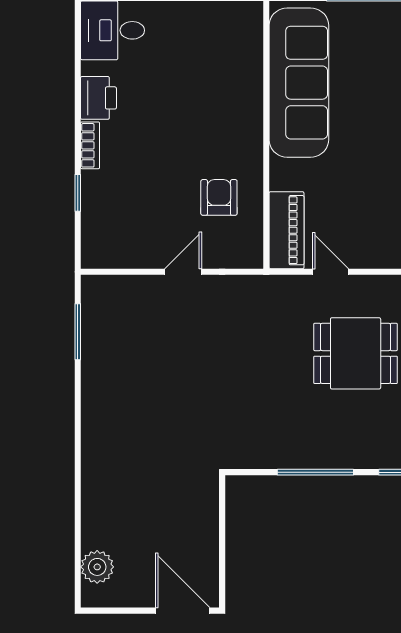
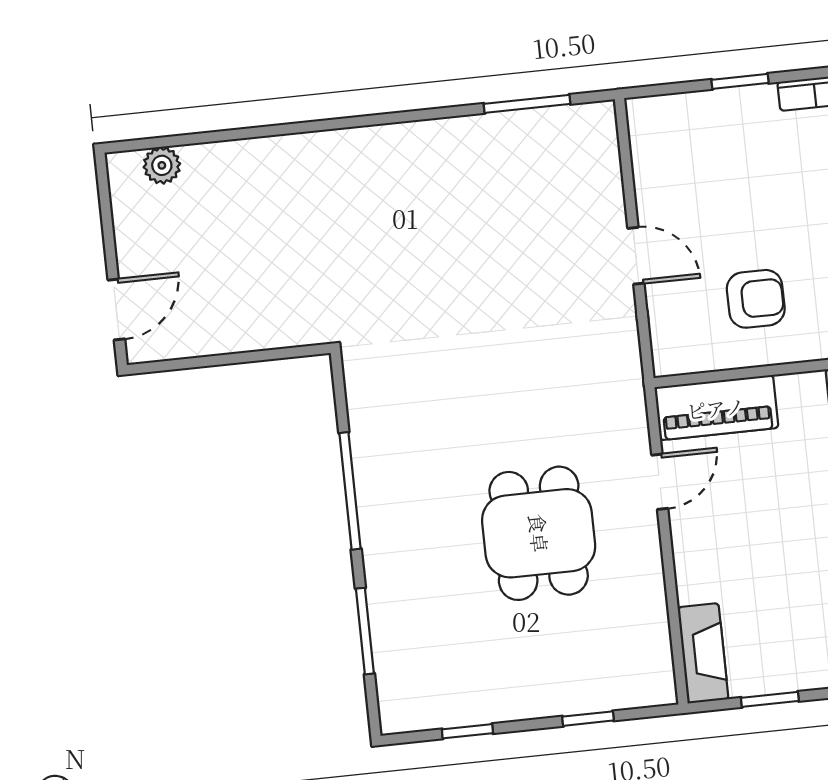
plant: (97, 567) -> (162, 165), width x0.73, depth x0.73
door: (183, 611) -> (116, 310), width x0.73

